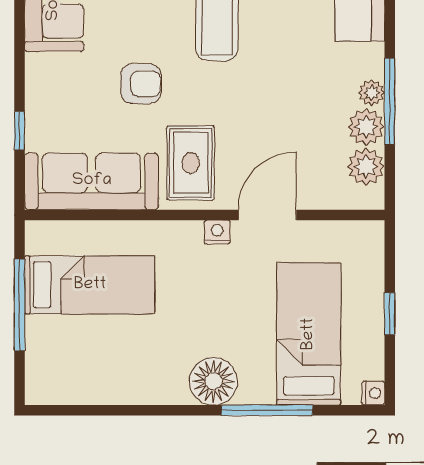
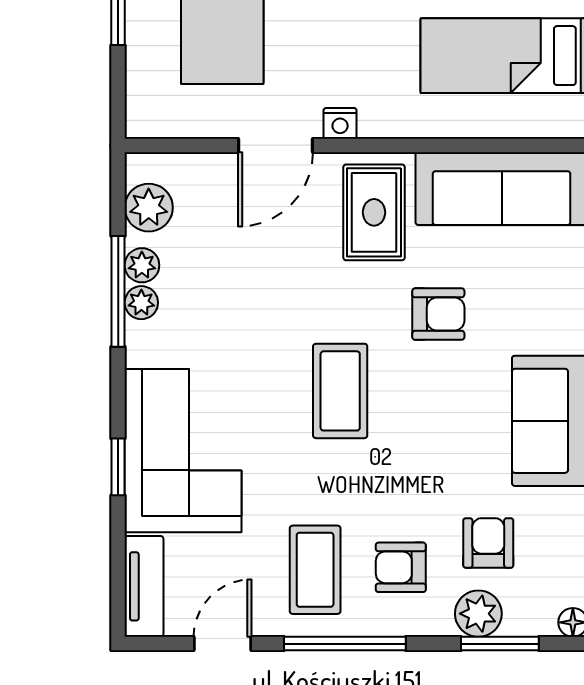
armchair: (141, 84) -> (438, 314), turned 180
plant: (366, 127) -> (142, 265), width x0.73, depth x0.73

